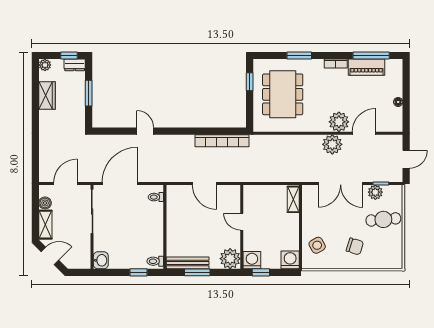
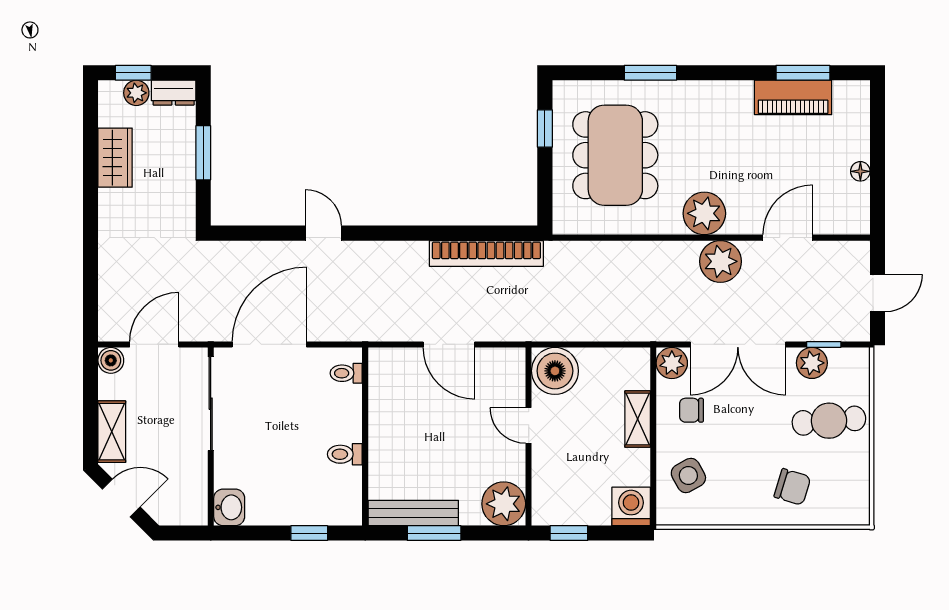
window: (69, 56) -> (133, 73), moved
window: (371, 56) -> (803, 73), width x0.69
bookcase: (336, 64) -> (728, 90), removed
plant: (45, 65) -> (136, 93), moved
plant: (339, 122) -> (704, 213), moved
plant: (309, 192) -> (672, 363), added
boiler: (254, 196) -> (555, 371), added
shelving: (293, 199) -> (638, 419), moved
boiler: (45, 203) -> (111, 360), moved
chair: (319, 214) -> (691, 410), added
chair: (355, 246) -> (792, 487), moved
washing machine: (252, 260) -> (550, 507), removed
toilet: (155, 261) -> (345, 454), moved

